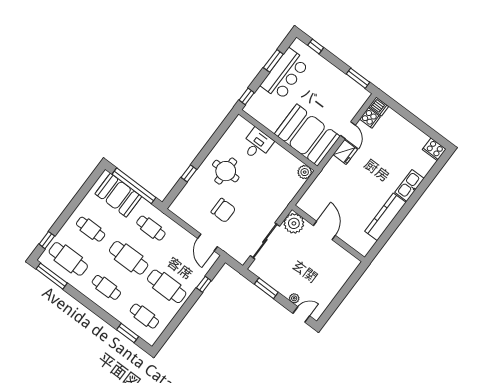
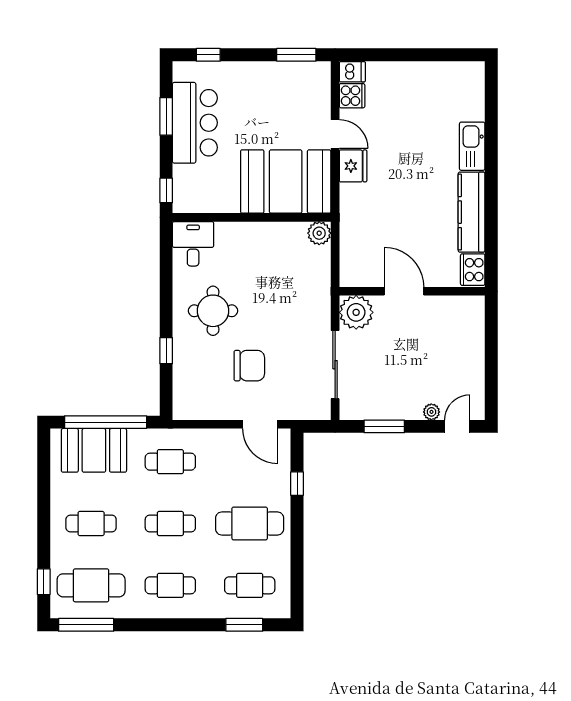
desk: (257, 144) -> (193, 244), moved
cooker: (434, 149) -> (473, 270), moved, turned 90
cafe table: (129, 258) -> (170, 523), width x0.73, depth x0.74

